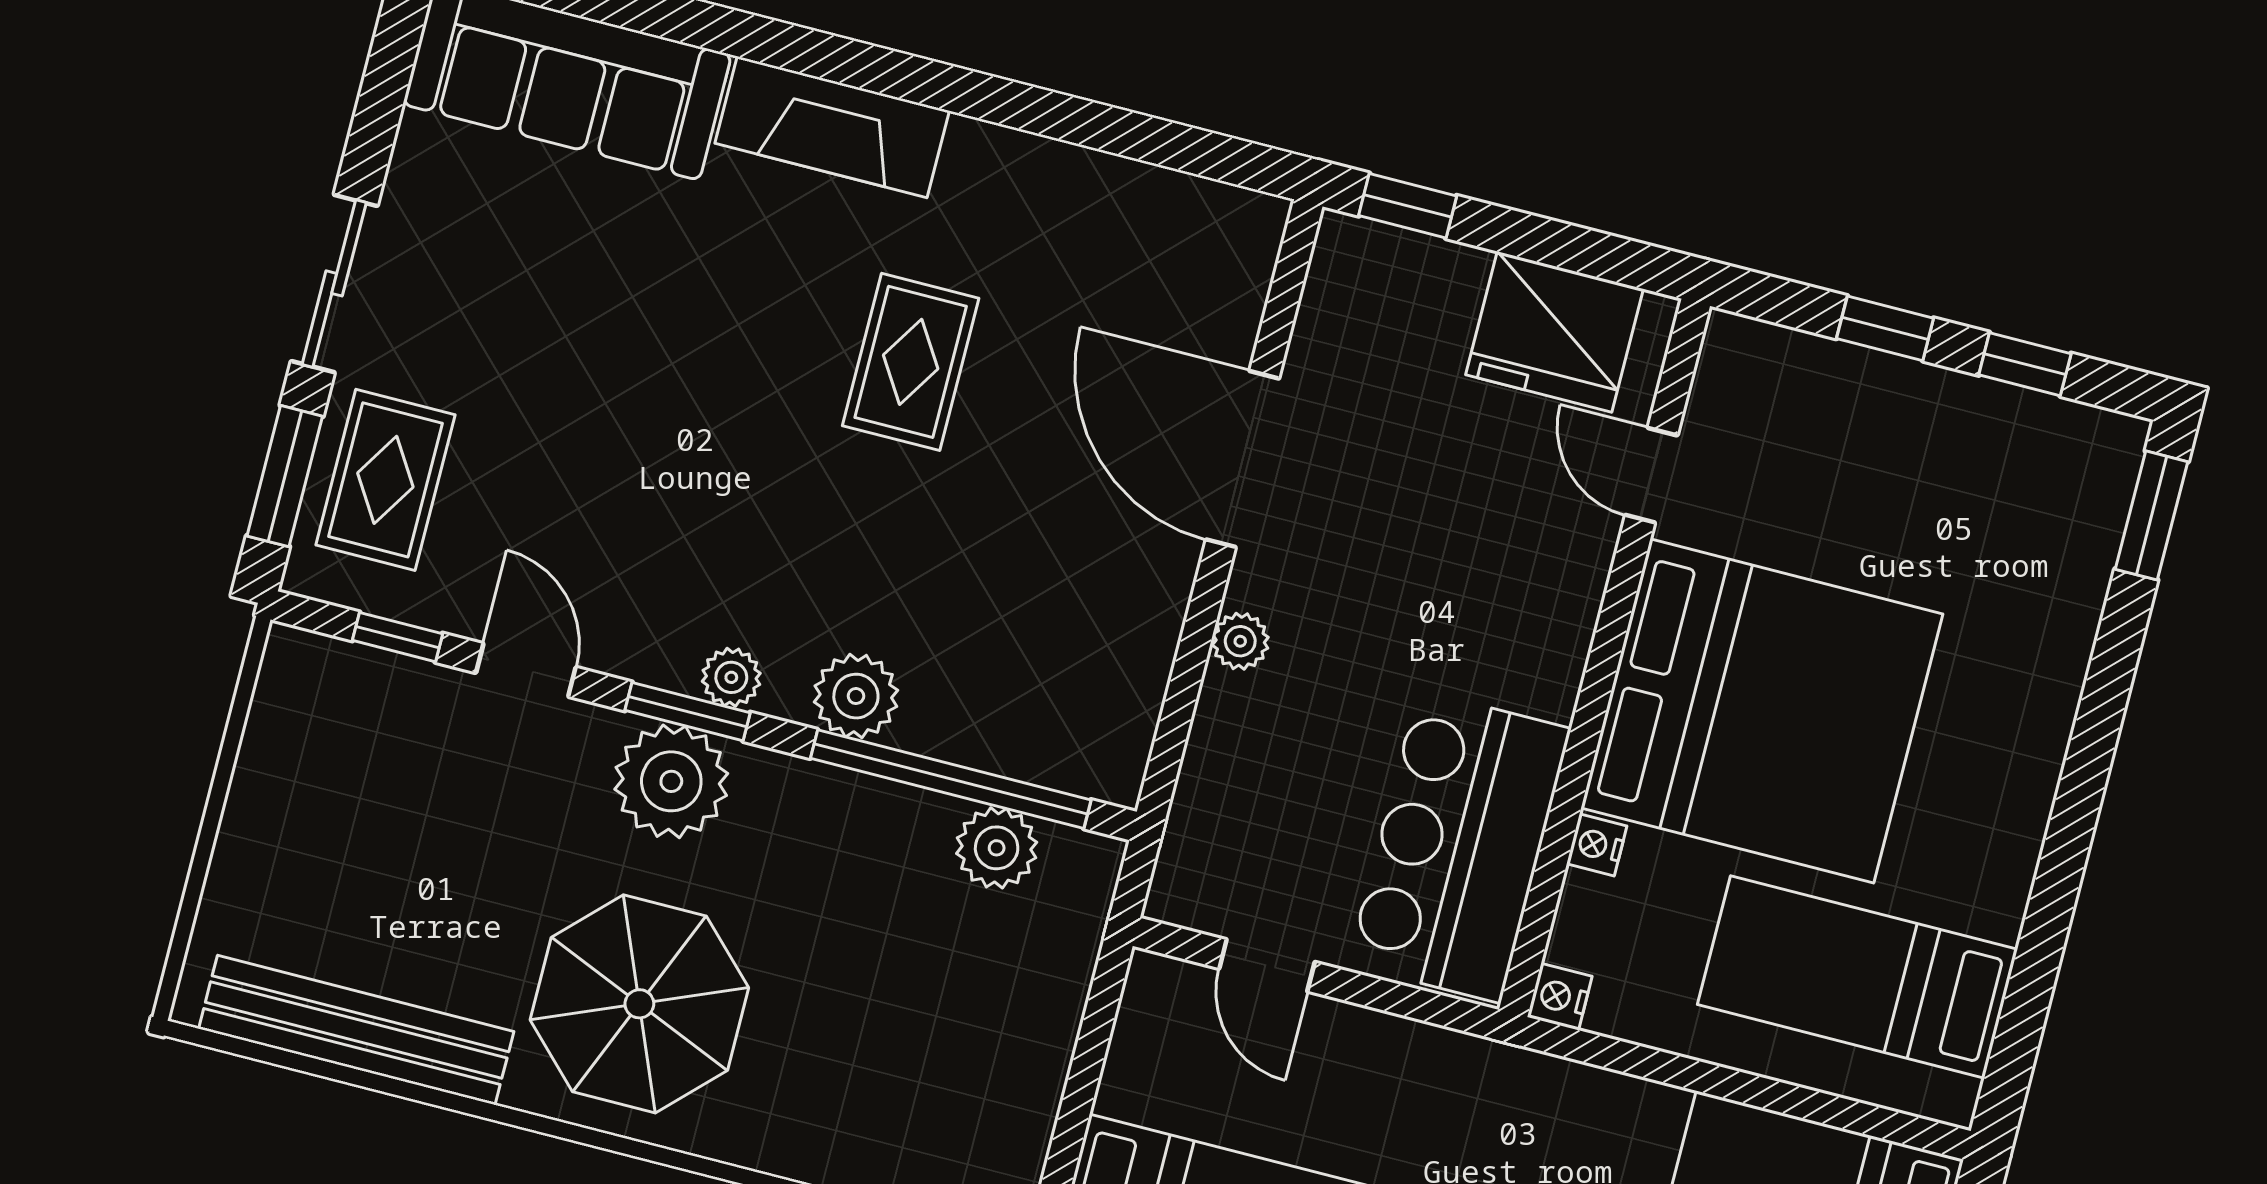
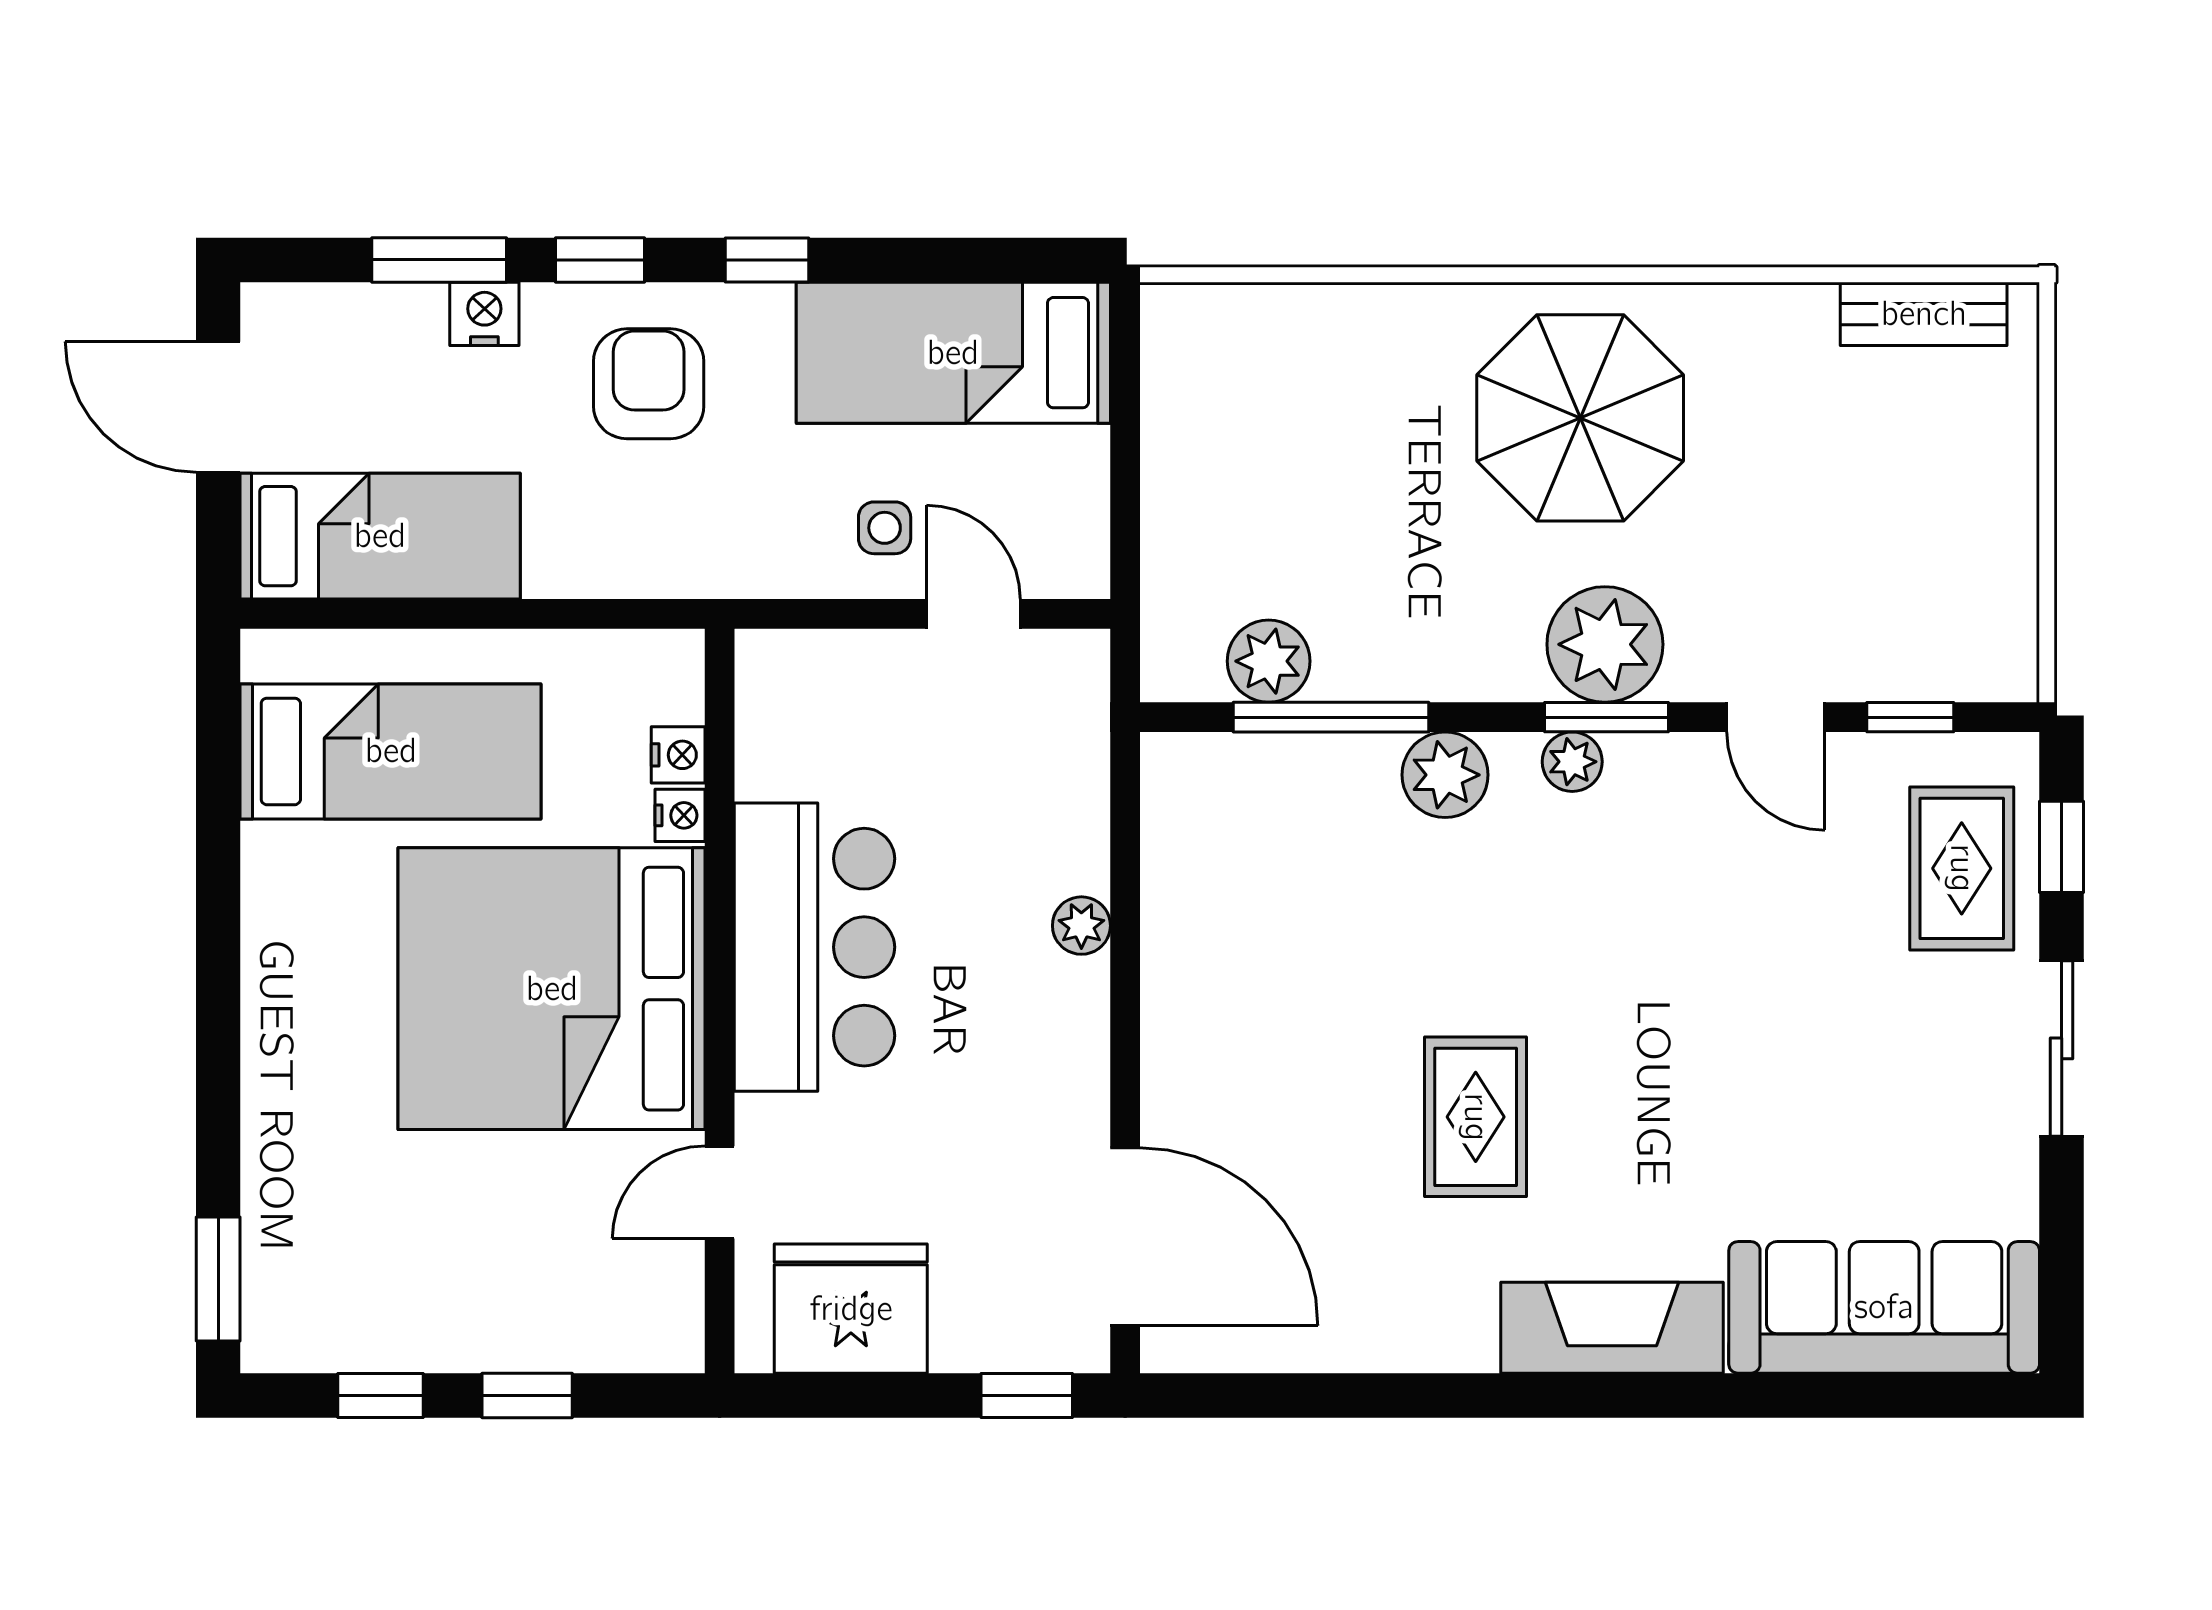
door: (1243, 459) -> (1125, 1237), moved
door: (1651, 475) -> (720, 1192), swing flipped
window: (285, 476) -> (2062, 847), width x0.67
window: (951, 779) -> (1331, 717), width x0.68
bar counter: (1459, 846) -> (814, 947), moved
nightstand: (1560, 997) -> (678, 755), moved
bench: (356, 1030) -> (1924, 314), width x0.54, depth x0.82
side table: (1331, 1069) -> (885, 528), added

